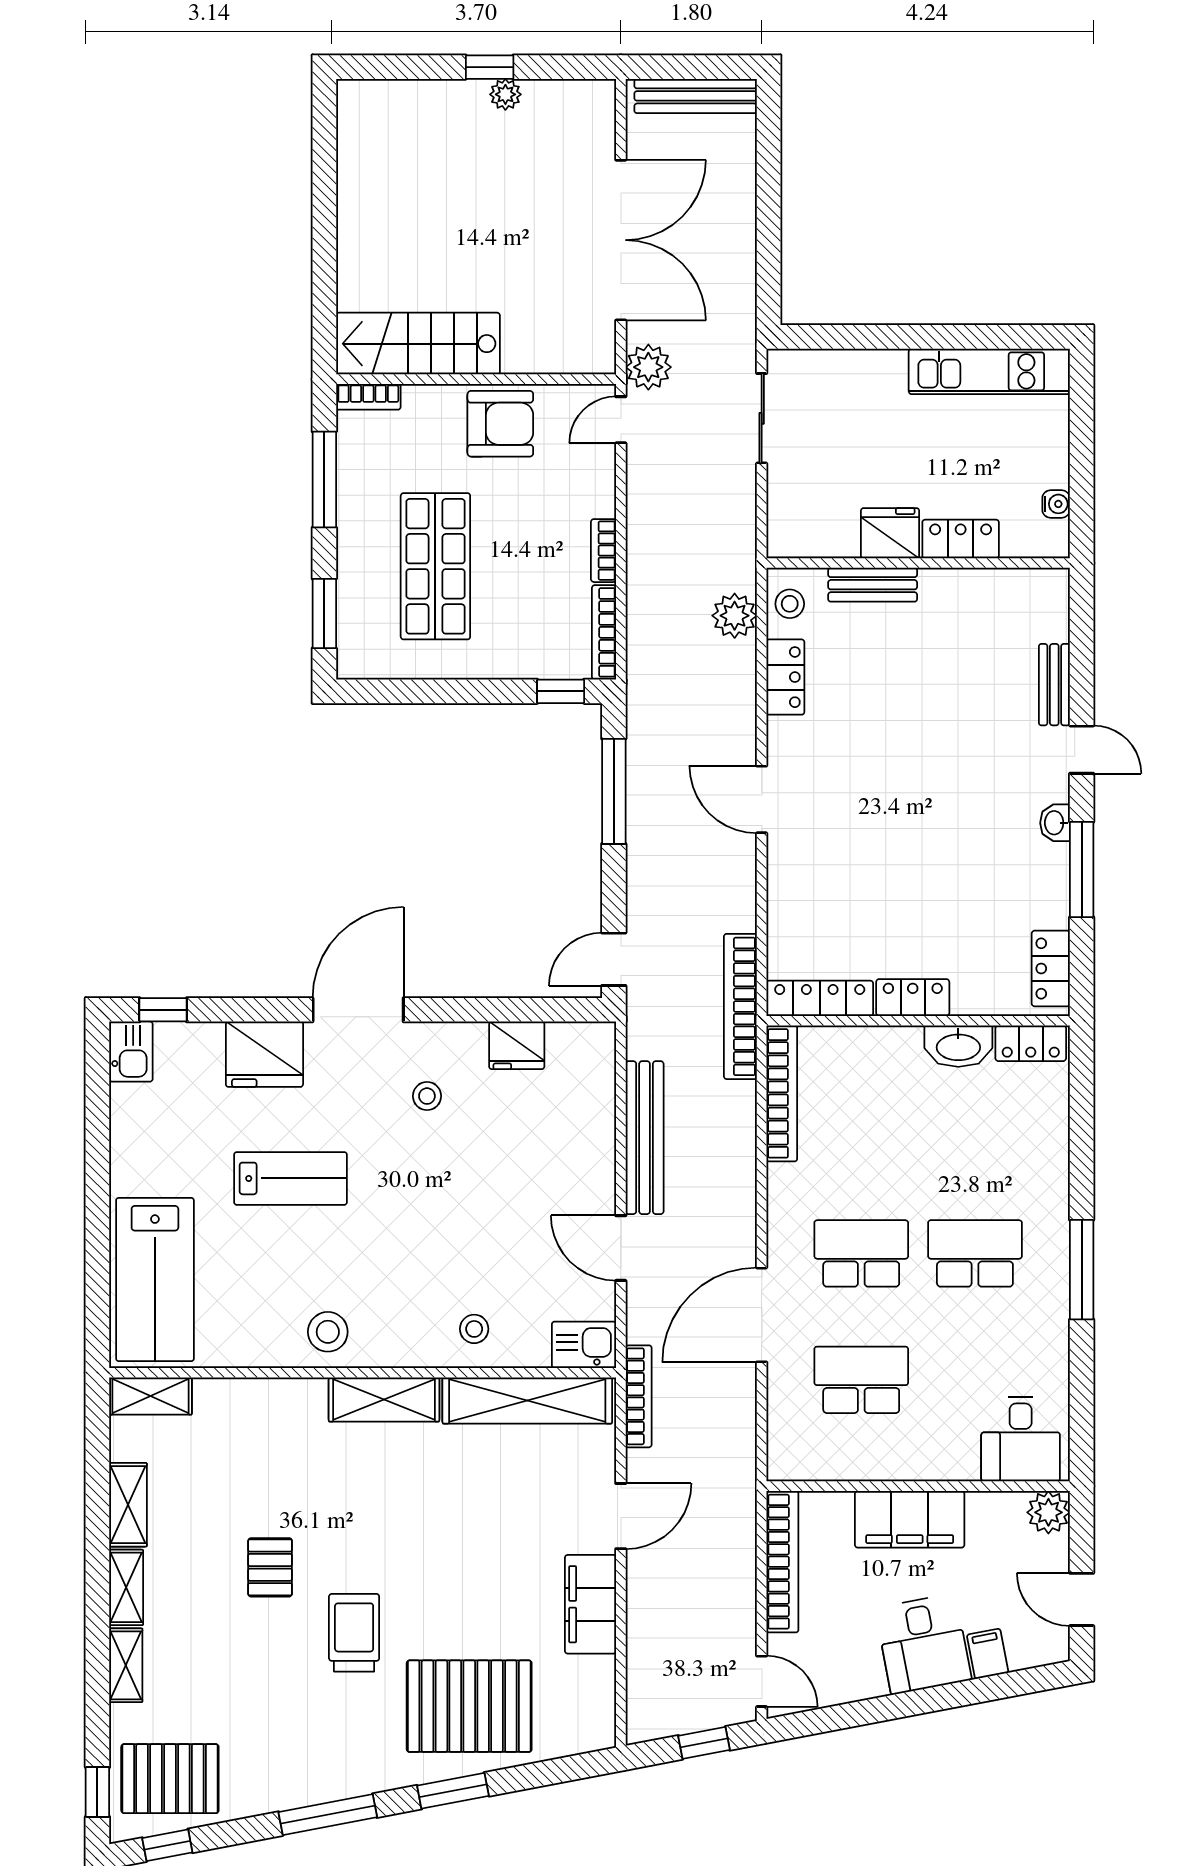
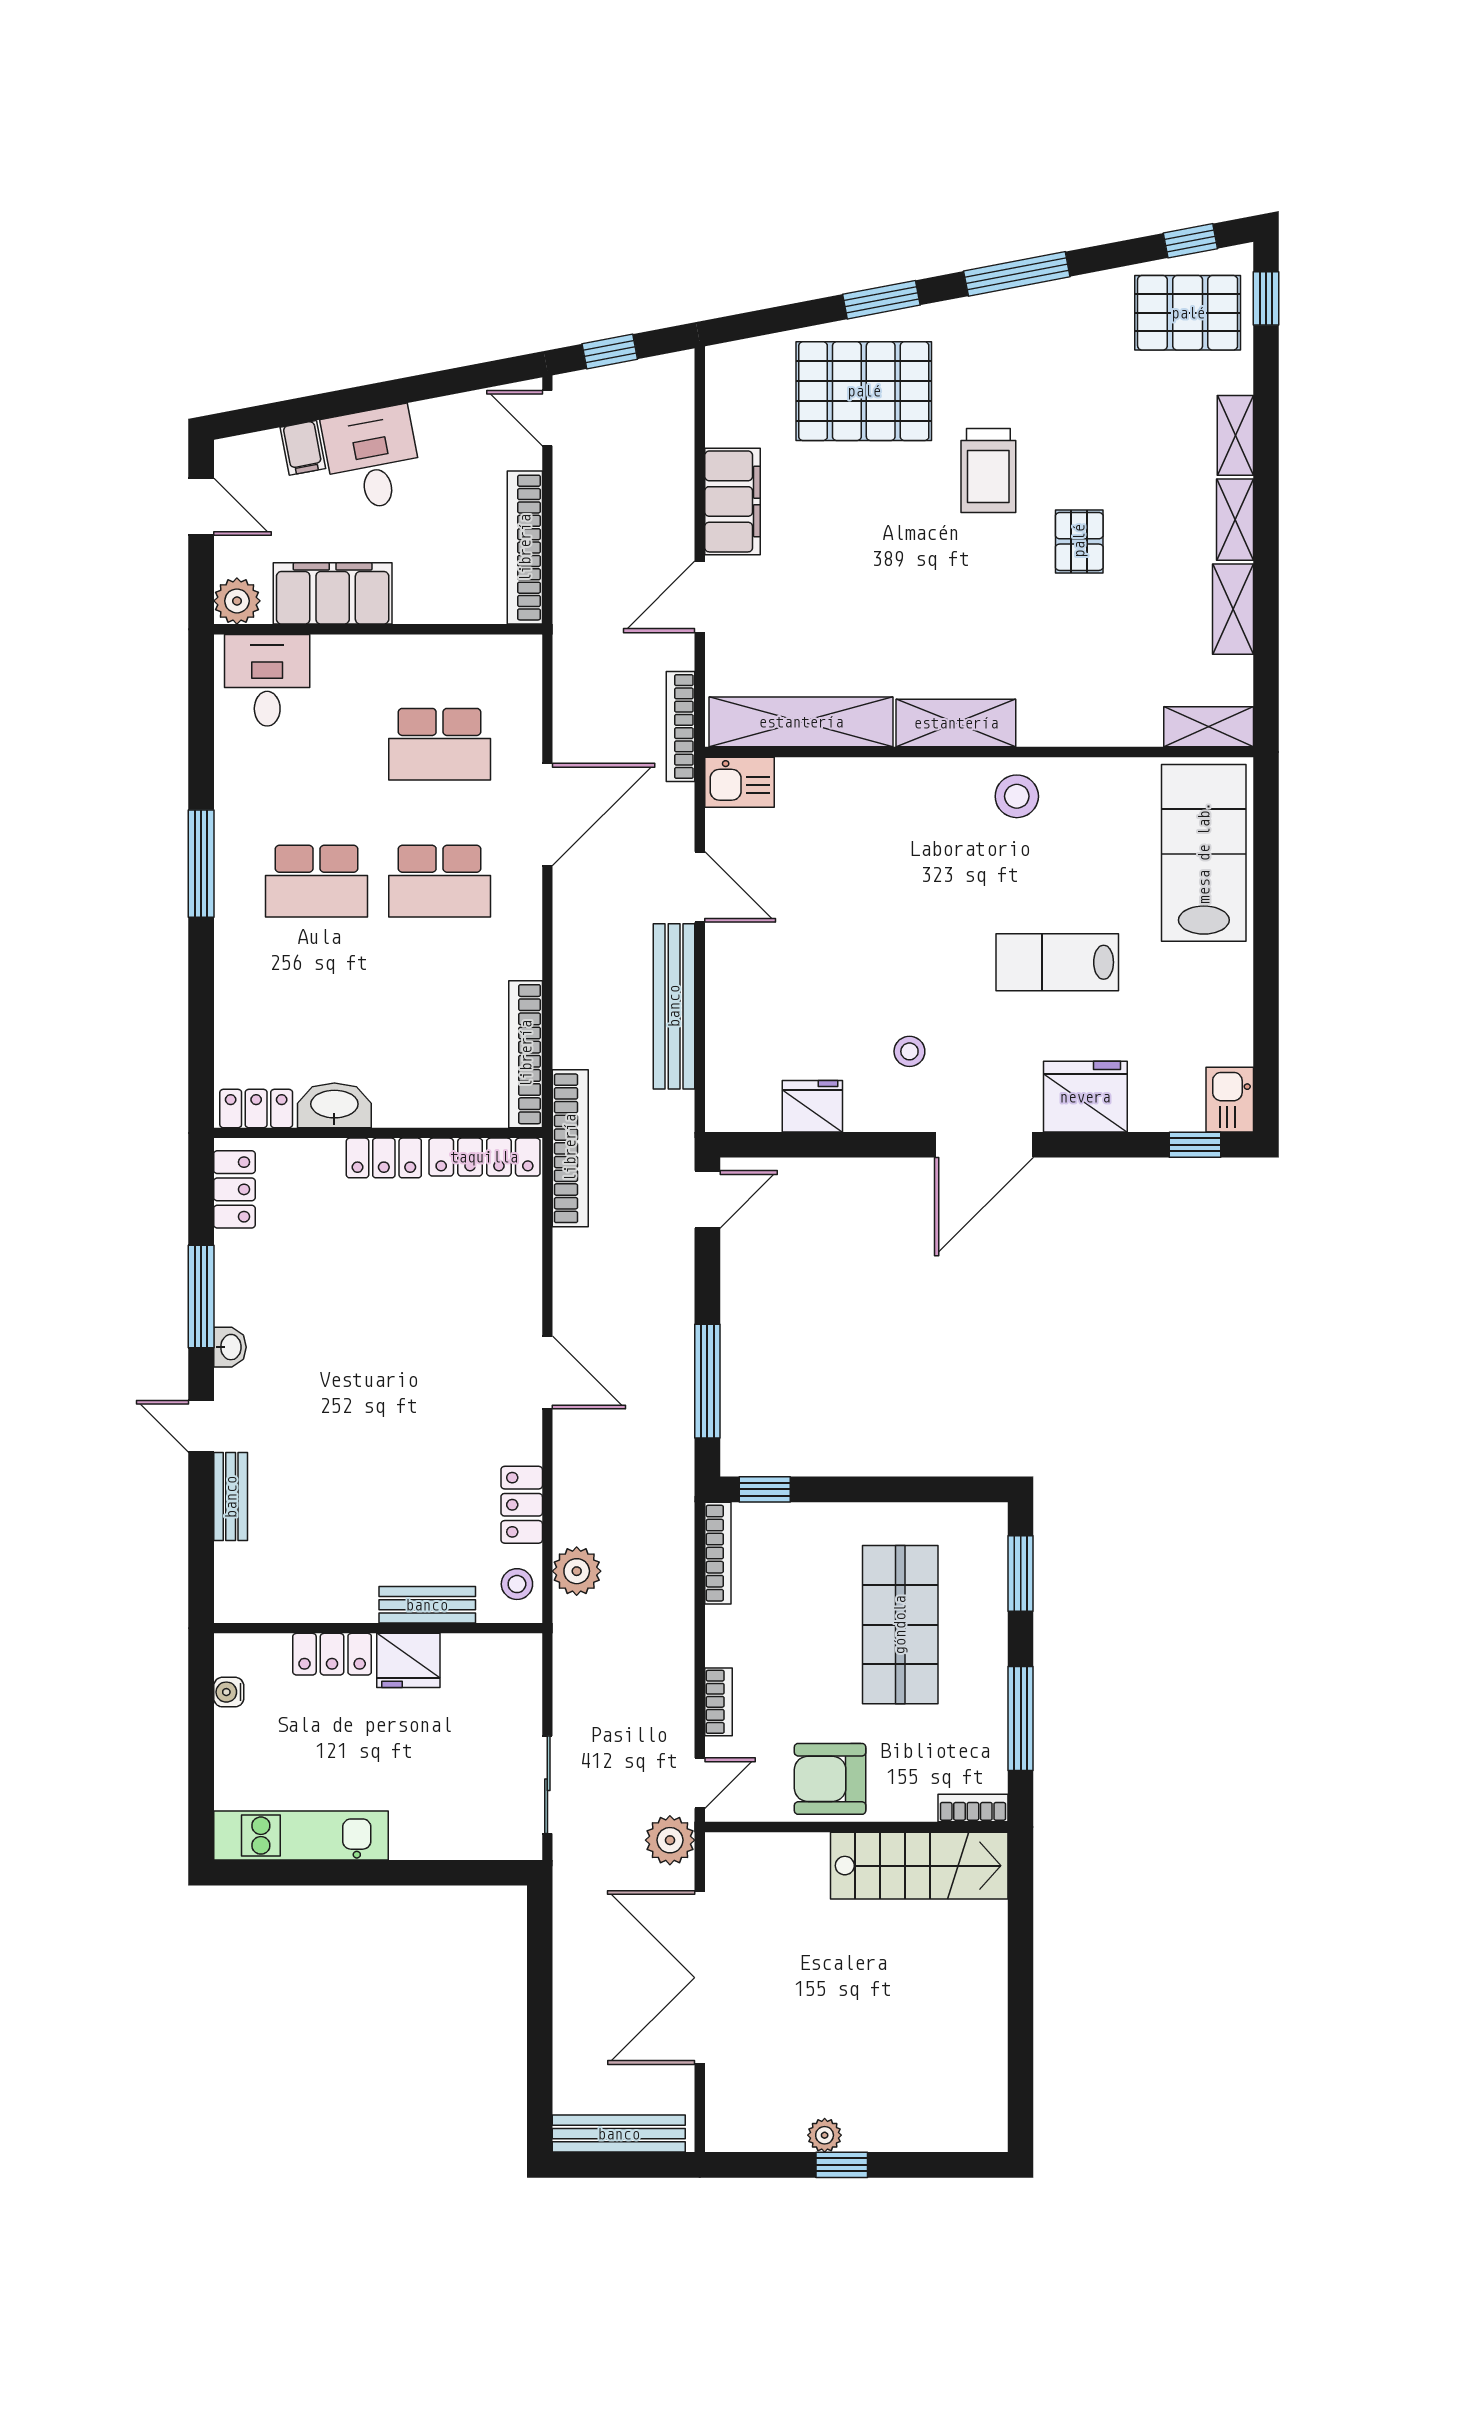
bookcase: (604, 551) -> (718, 1702), moved
stool: (474, 1329) -> (858, 799), removed
filing cabinet: (910, 1519) -> (333, 593), moved

